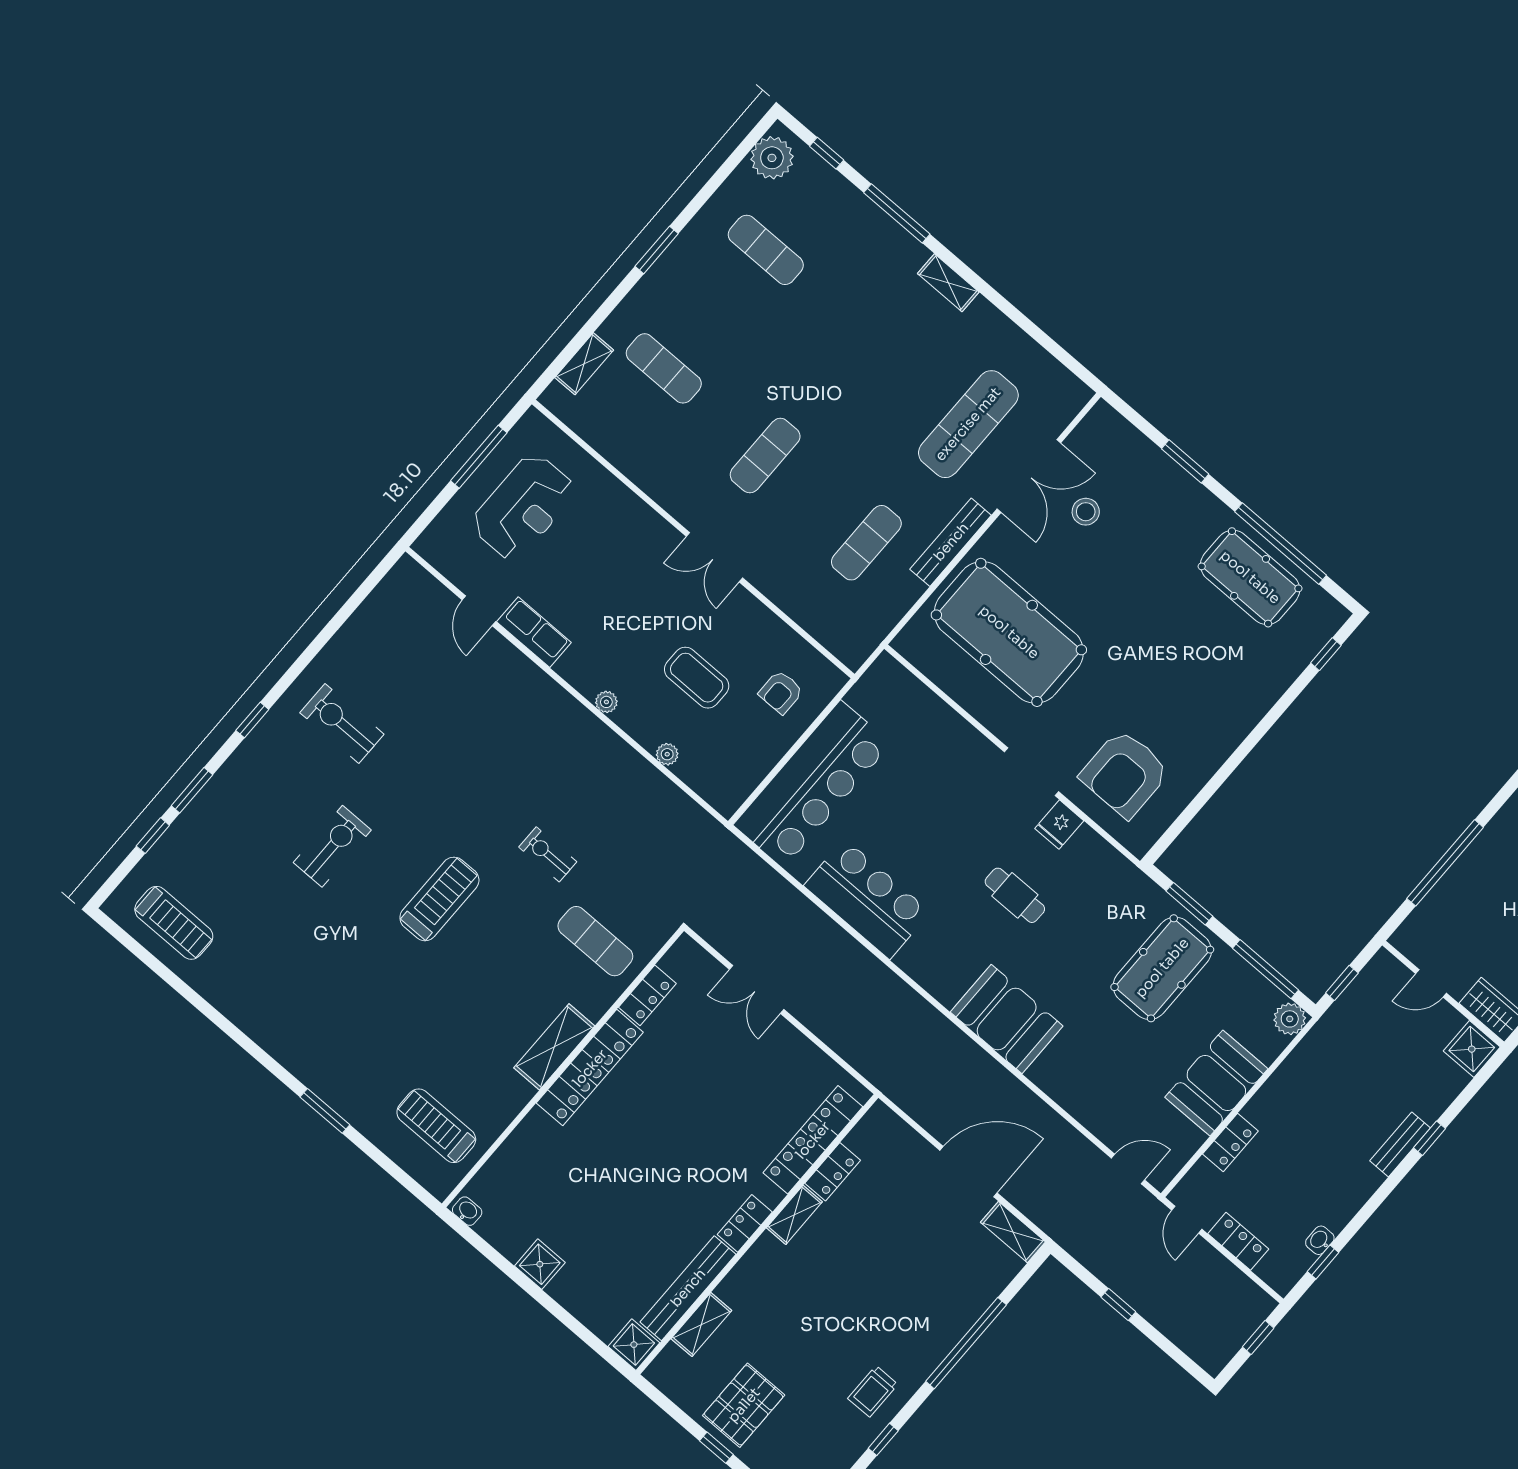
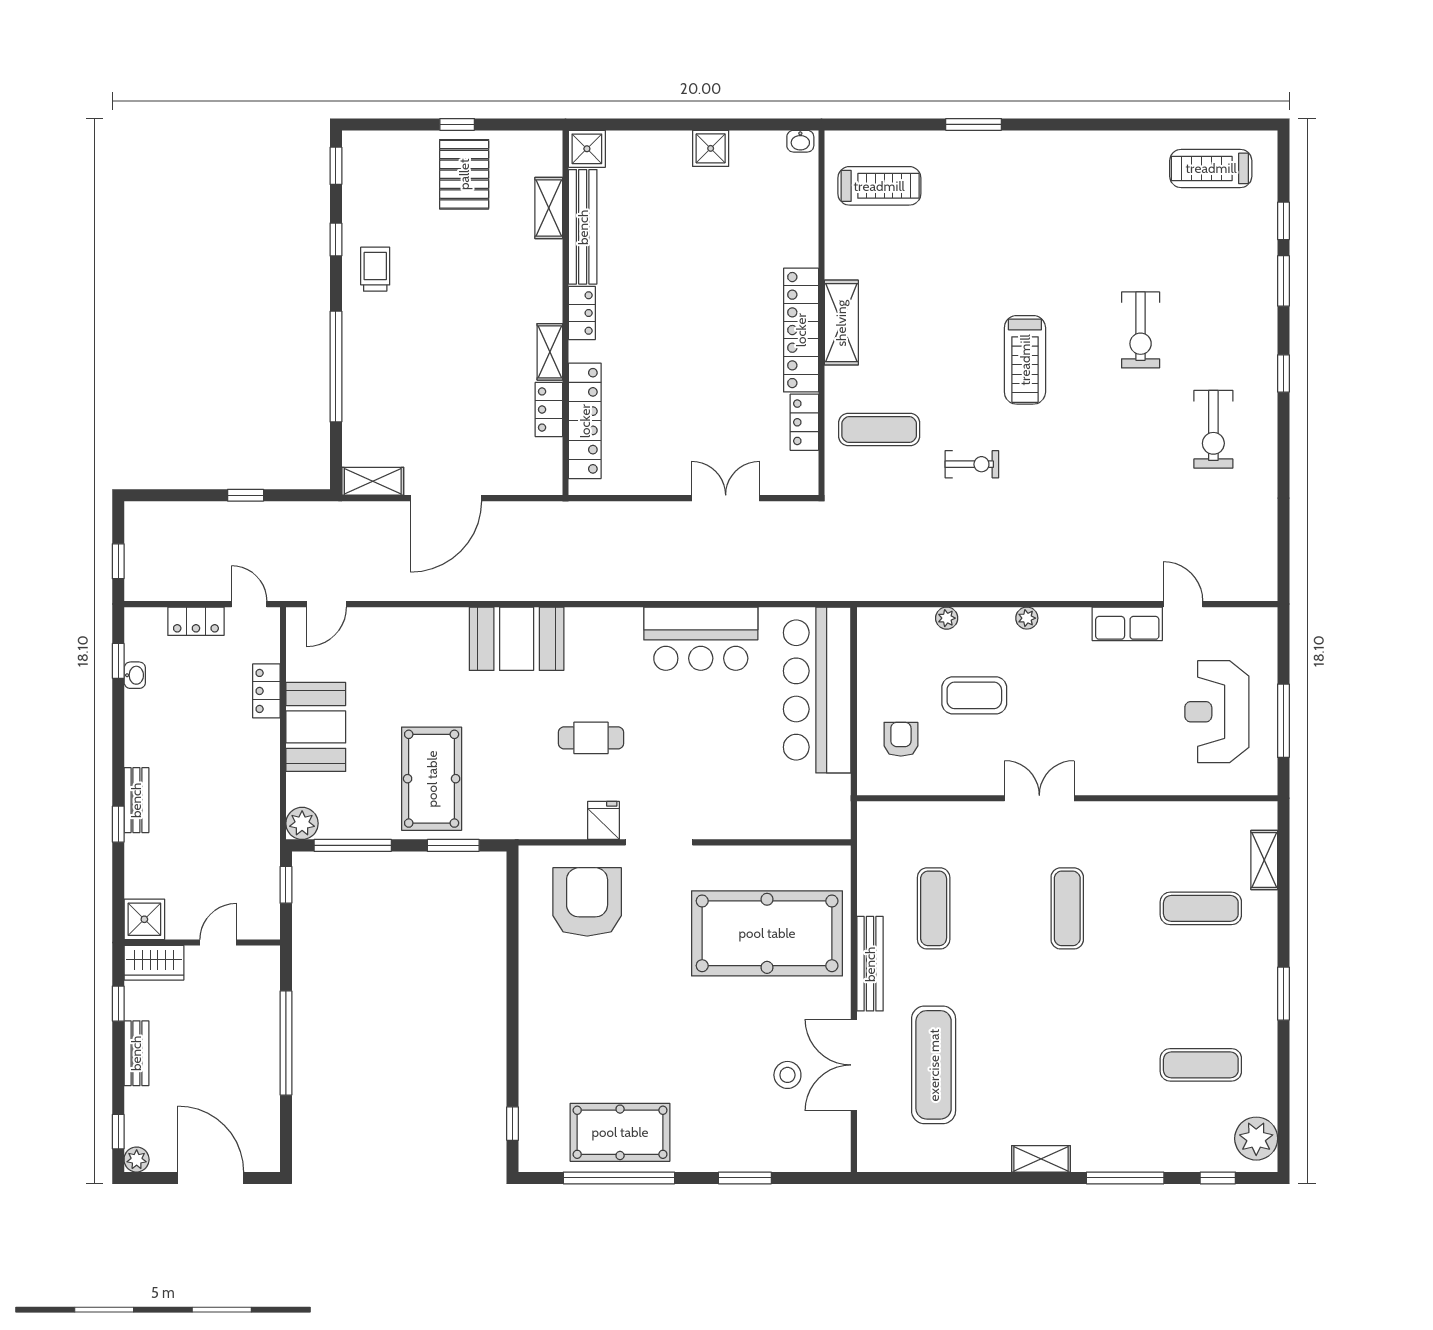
exercise bike: (342, 723) -> (1213, 429), turned 90

